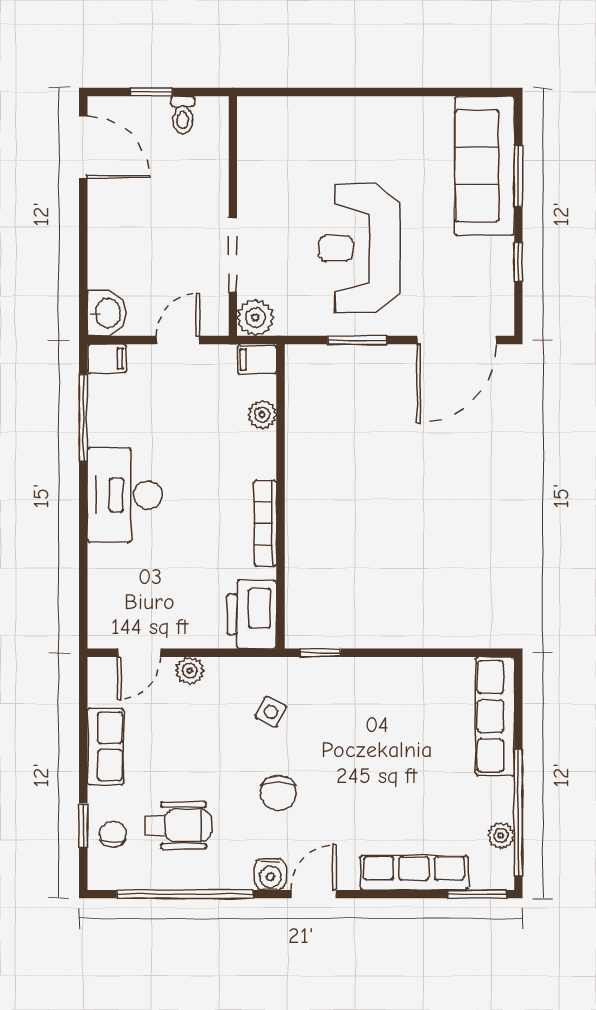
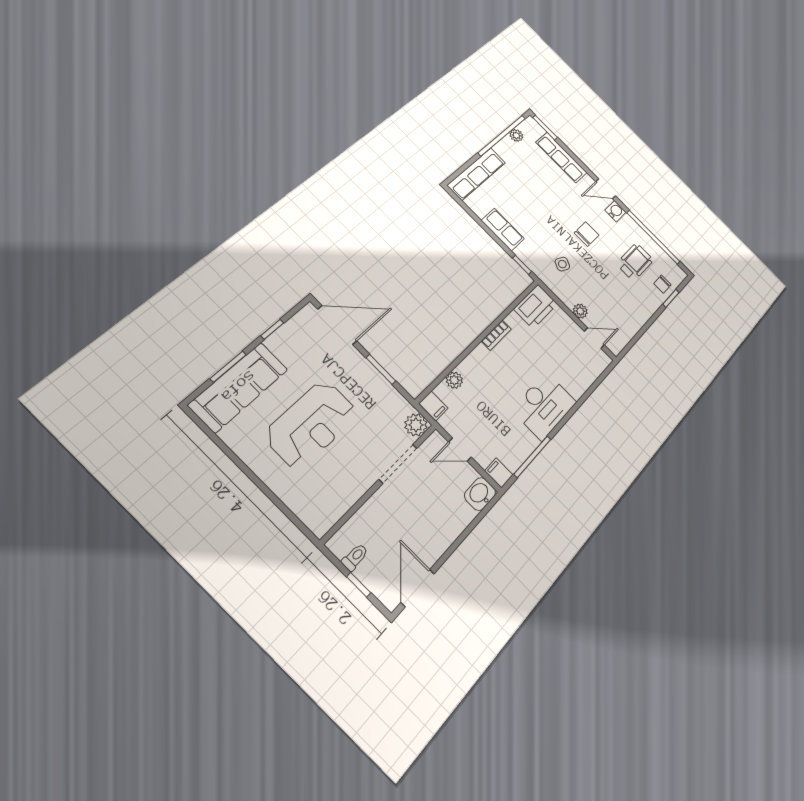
reception desk: (359, 248) -> (311, 424), moved
bookcase: (265, 523) -> (496, 335), width x0.64
row of seats: (106, 746) -> (503, 229), moved, turned 90
wheelchair: (178, 825) -> (635, 262), turned 90

